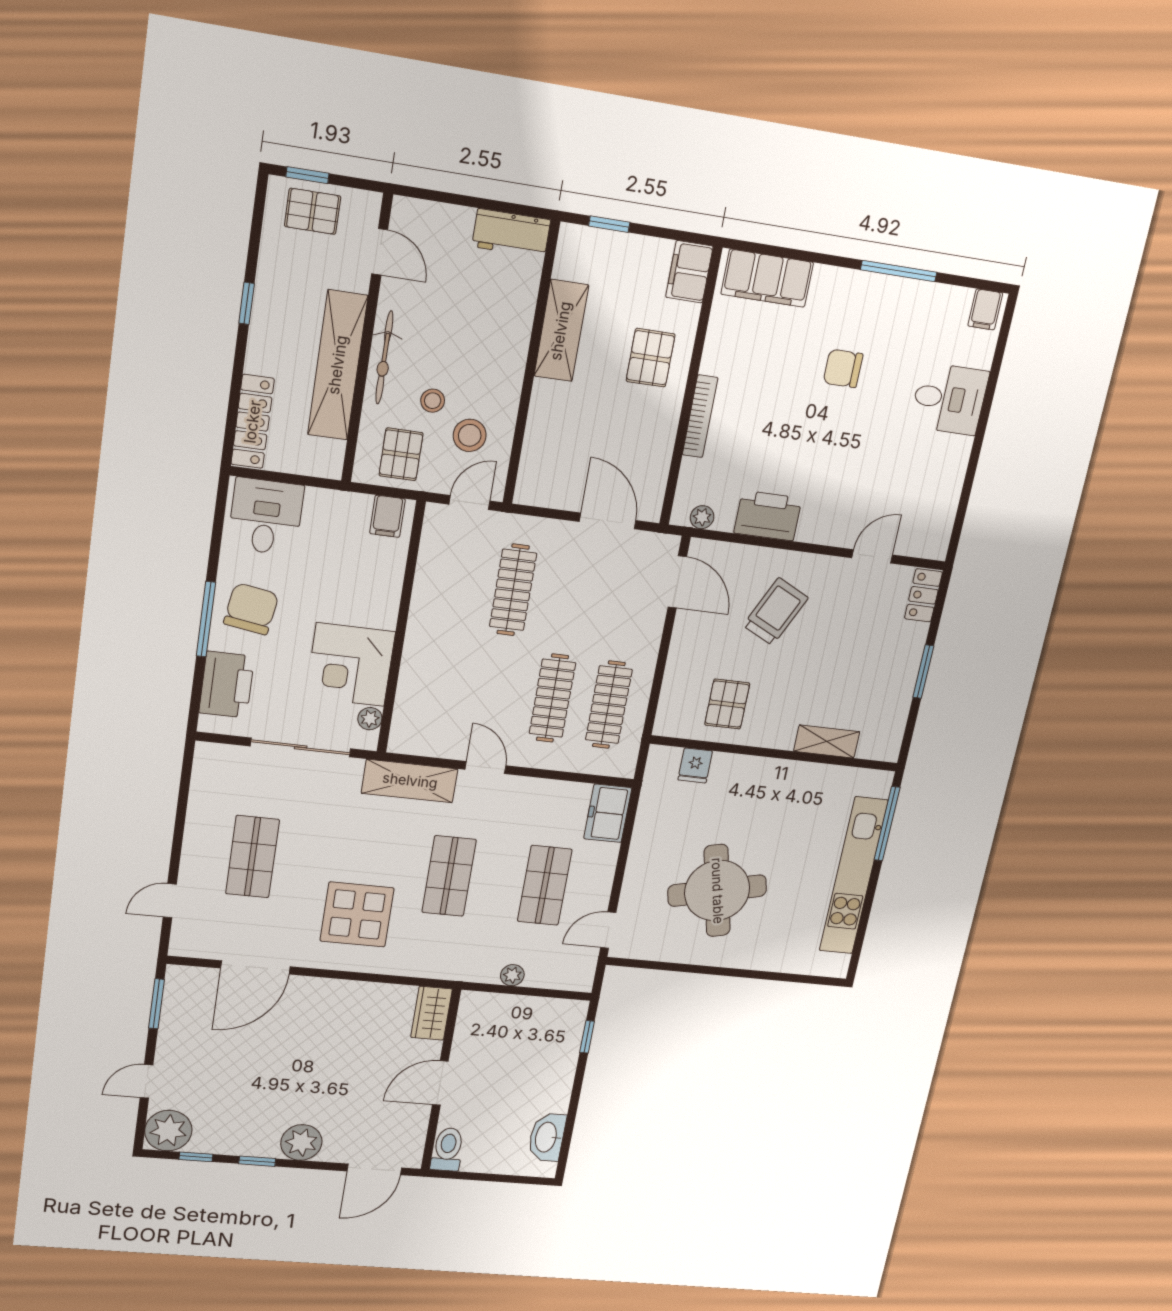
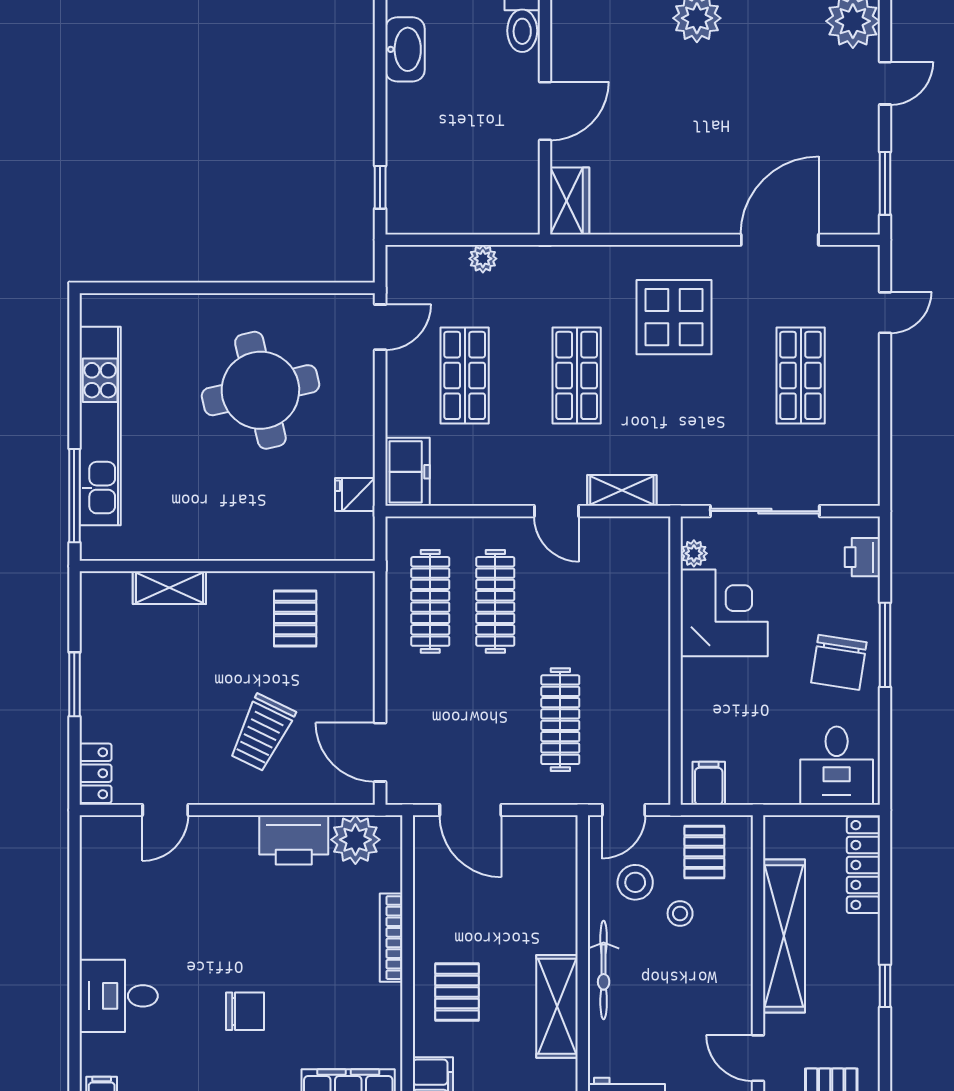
bicycle: (384, 358) -> (604, 970), moved, turned 180
plant: (702, 517) -> (355, 840), width x1.88, depth x1.88
printer: (227, 685) -> (862, 557), width x0.53, depth x0.68
fridge: (695, 765) -> (355, 494), moved, turned -90
shelving: (410, 781) -> (622, 490), width x0.67, depth x0.75

